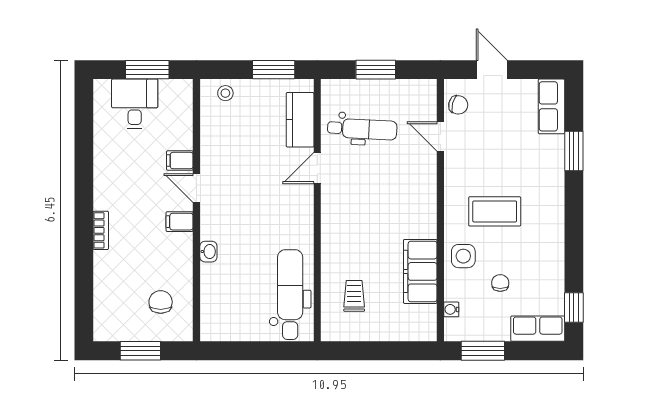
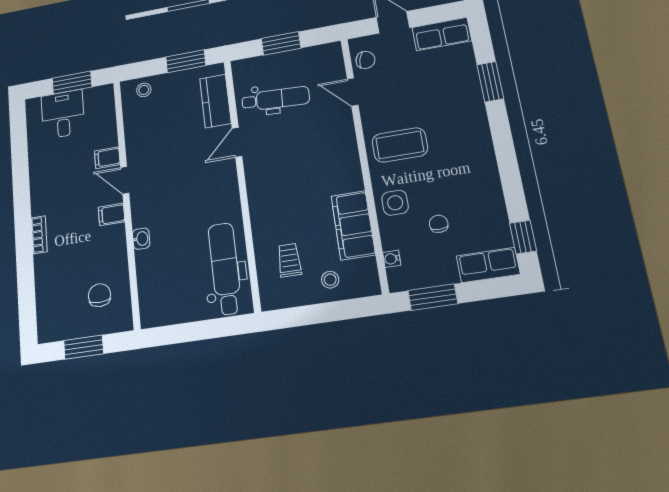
row of seats: (551, 106) -> (442, 34), moved, turned -90
coffee table: (495, 211) -> (400, 145), moved
stool: (391, 320) -> (330, 280), added

